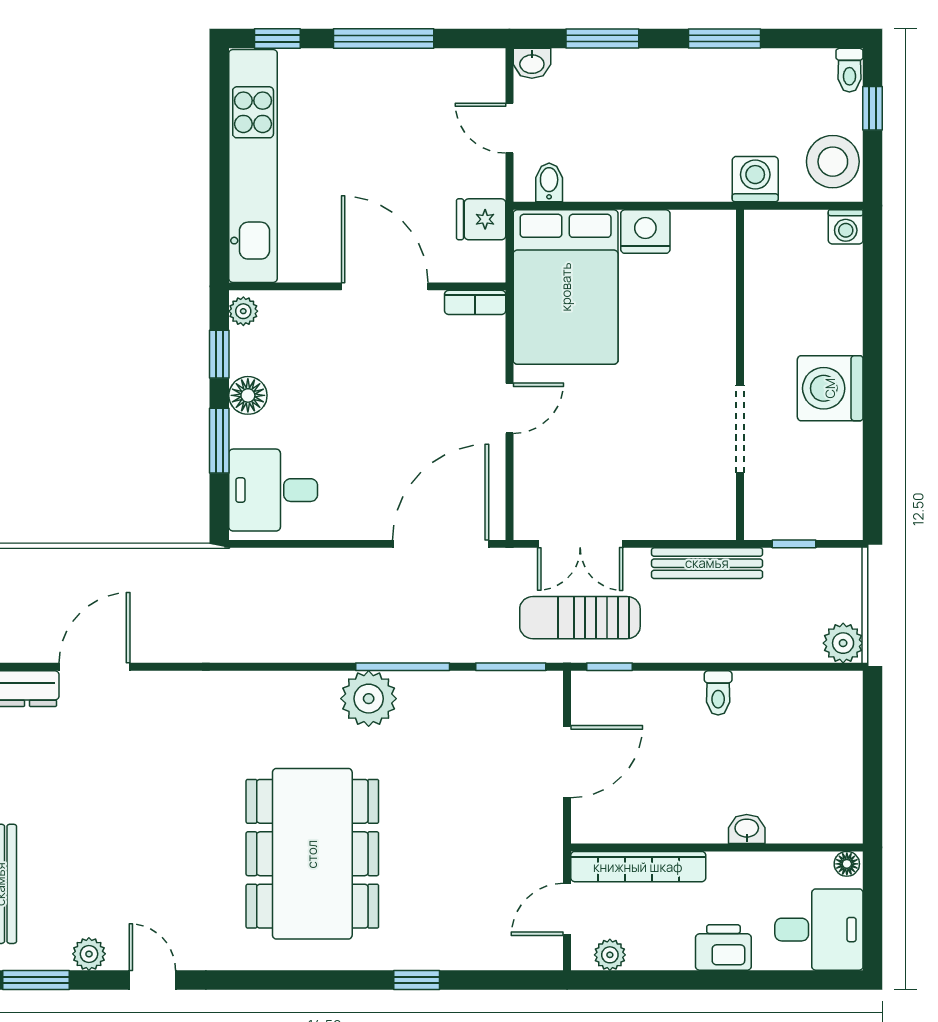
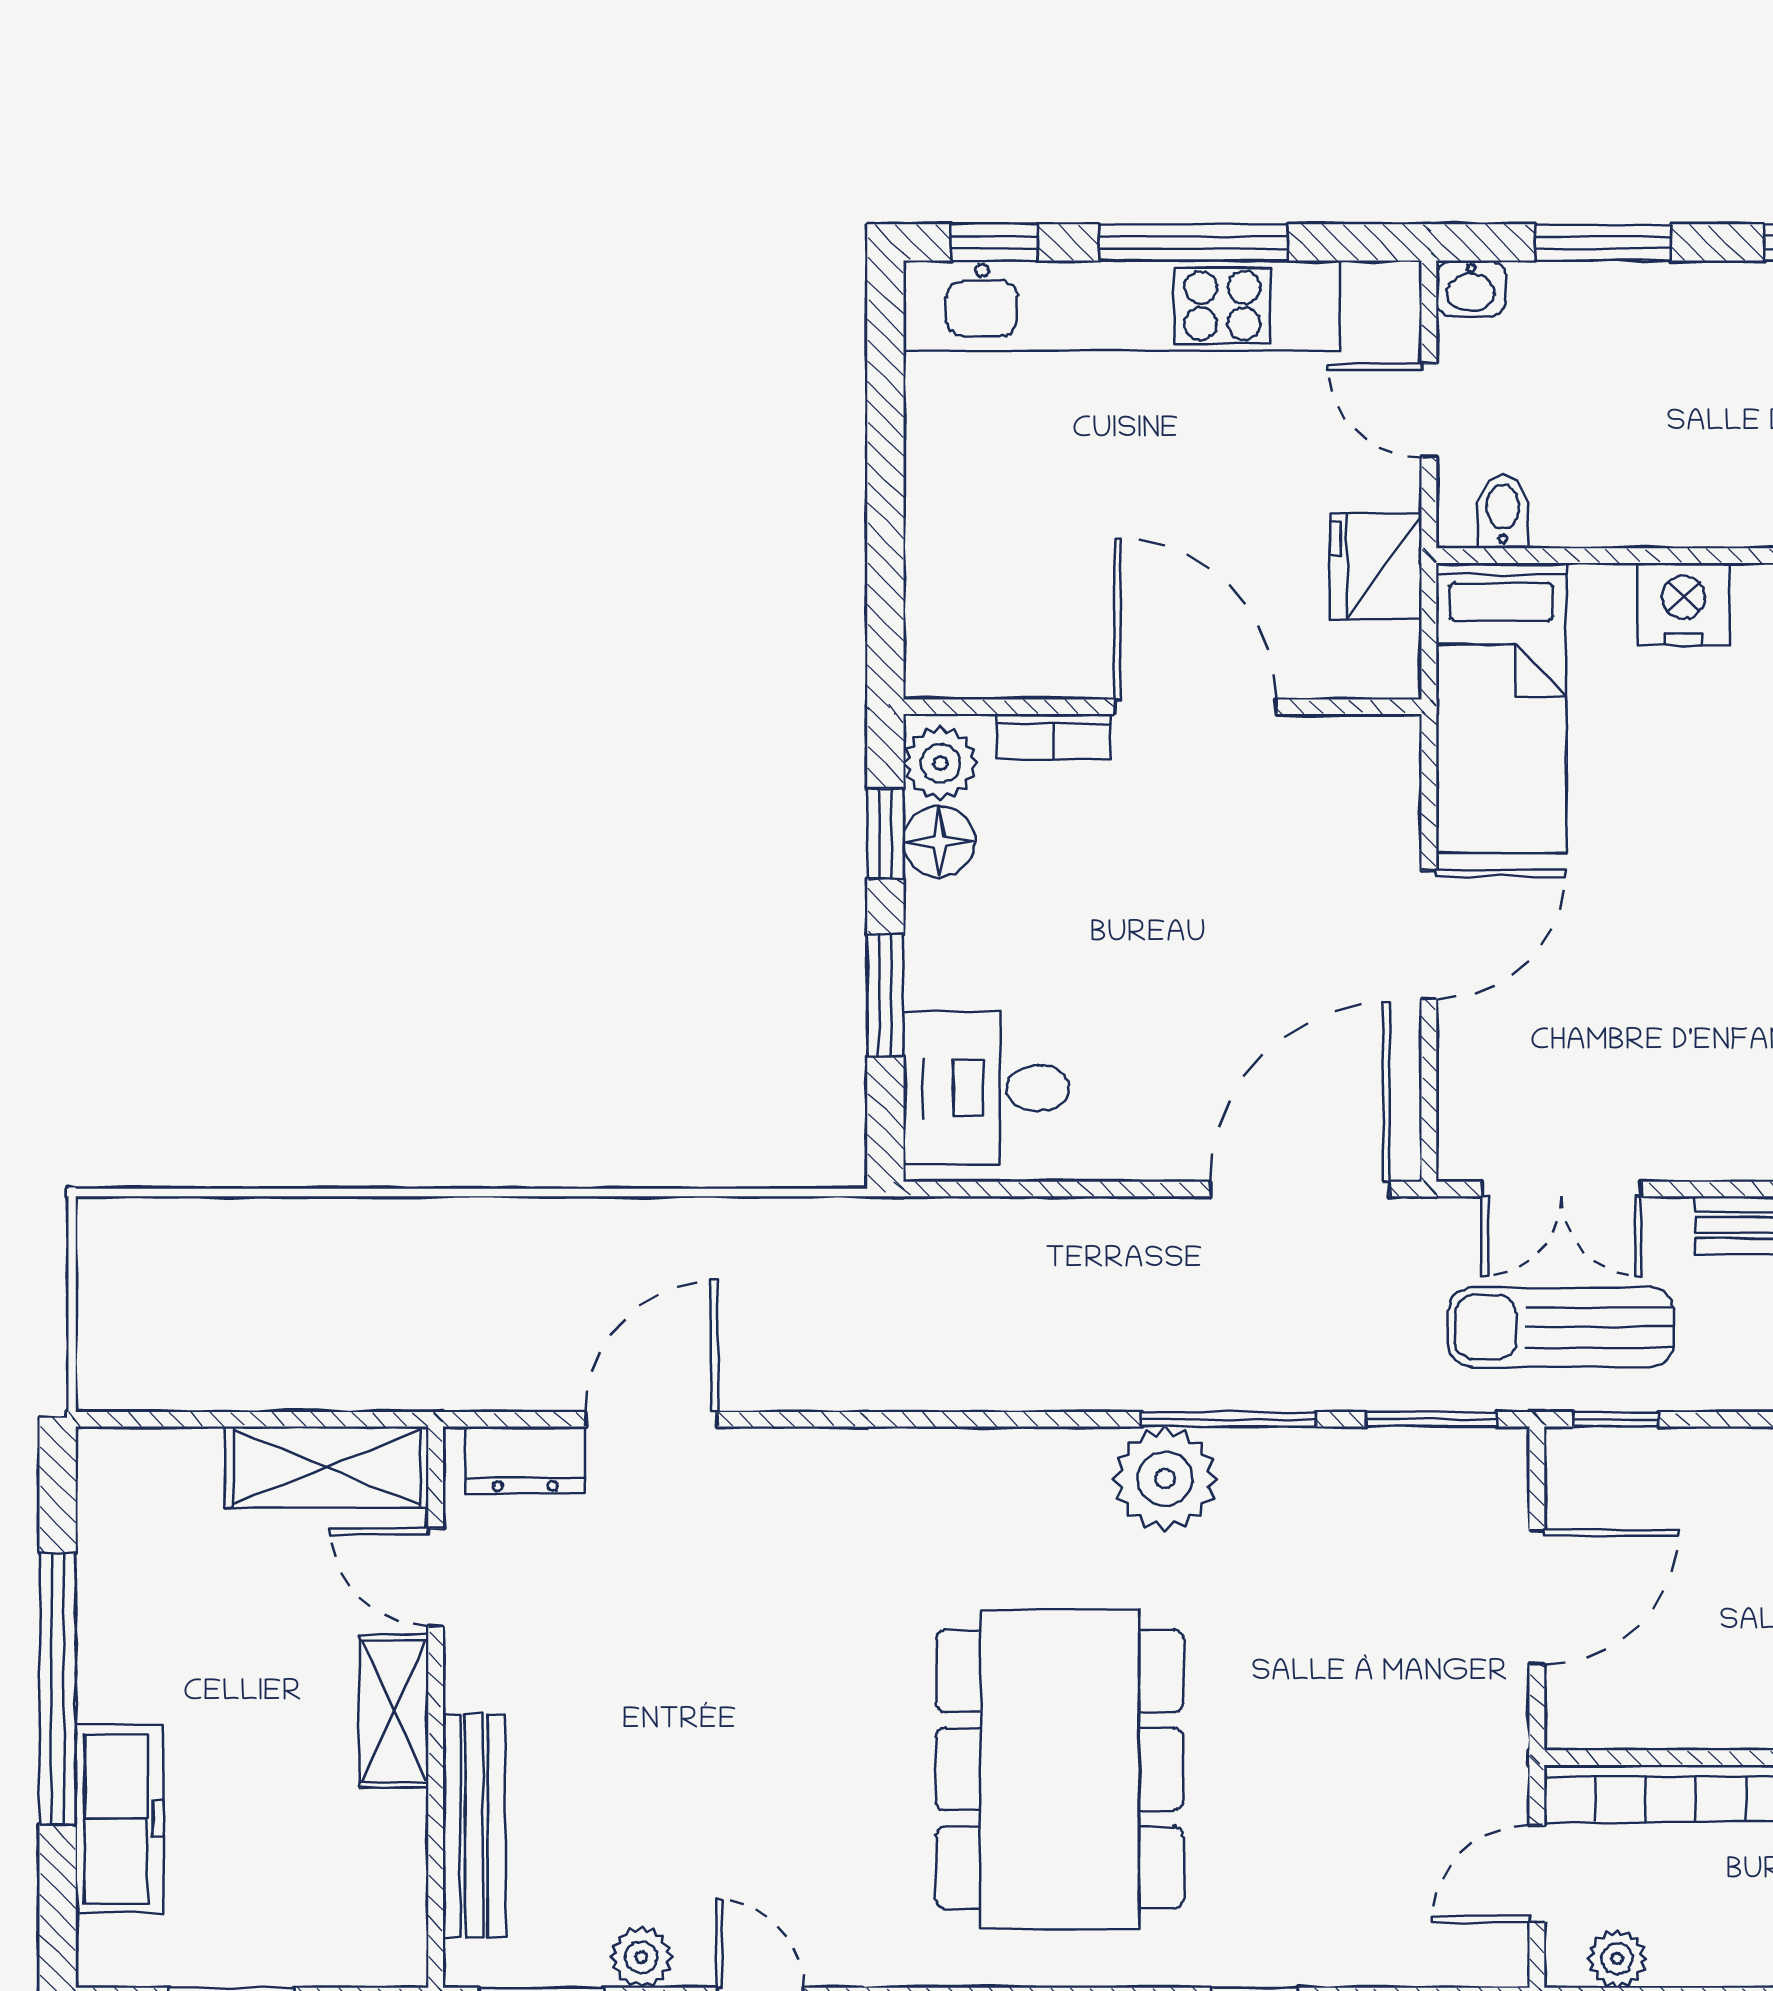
kitchen unit: (253, 166) -> (1122, 306), moved, turned 90
fridge: (481, 219) -> (1376, 566), width x1.38
bed: (566, 287) -> (1501, 708), width x0.67
bookcase: (475, 302) -> (1053, 737), moved
plant: (243, 311) -> (940, 763), width x1.38, depth x1.38
floor lamp: (248, 395) -> (939, 842), moved
door: (509, 408) -> (1429, 935), width x1.37

